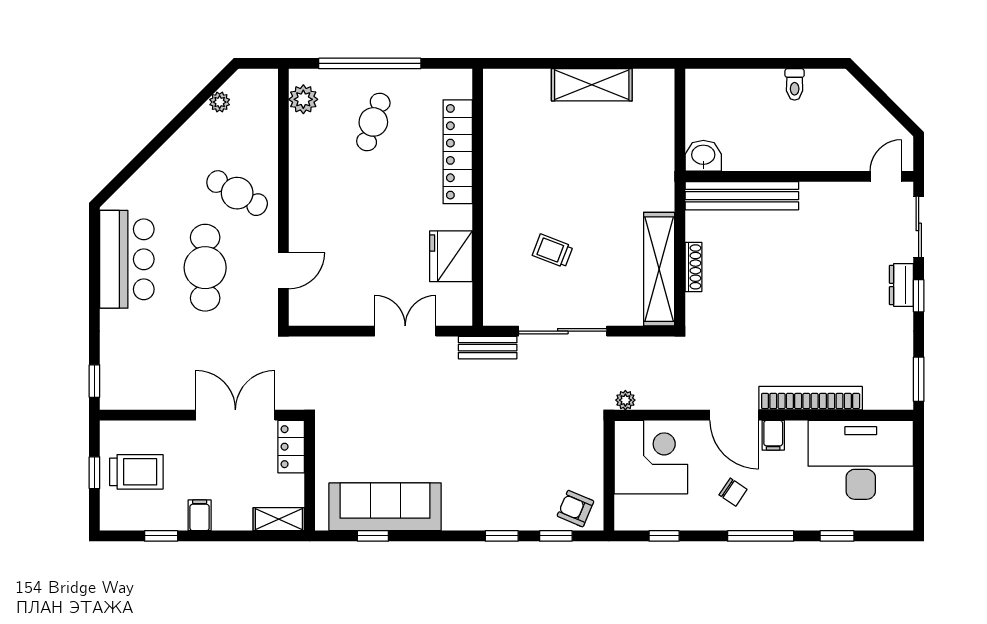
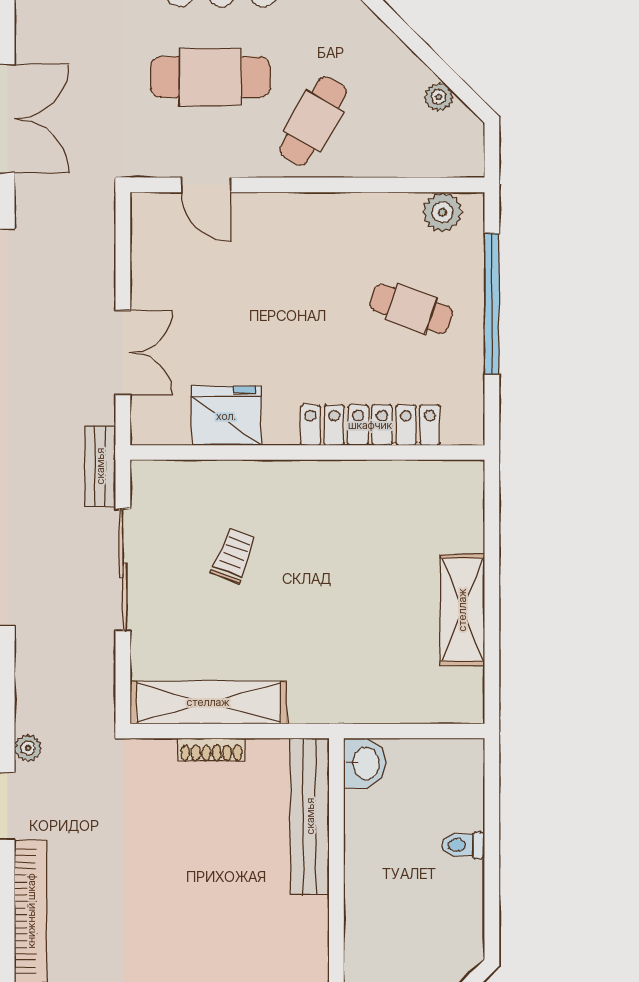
toilet: (795, 84) -> (463, 845), moved
plant: (625, 400) -> (28, 748), moved

